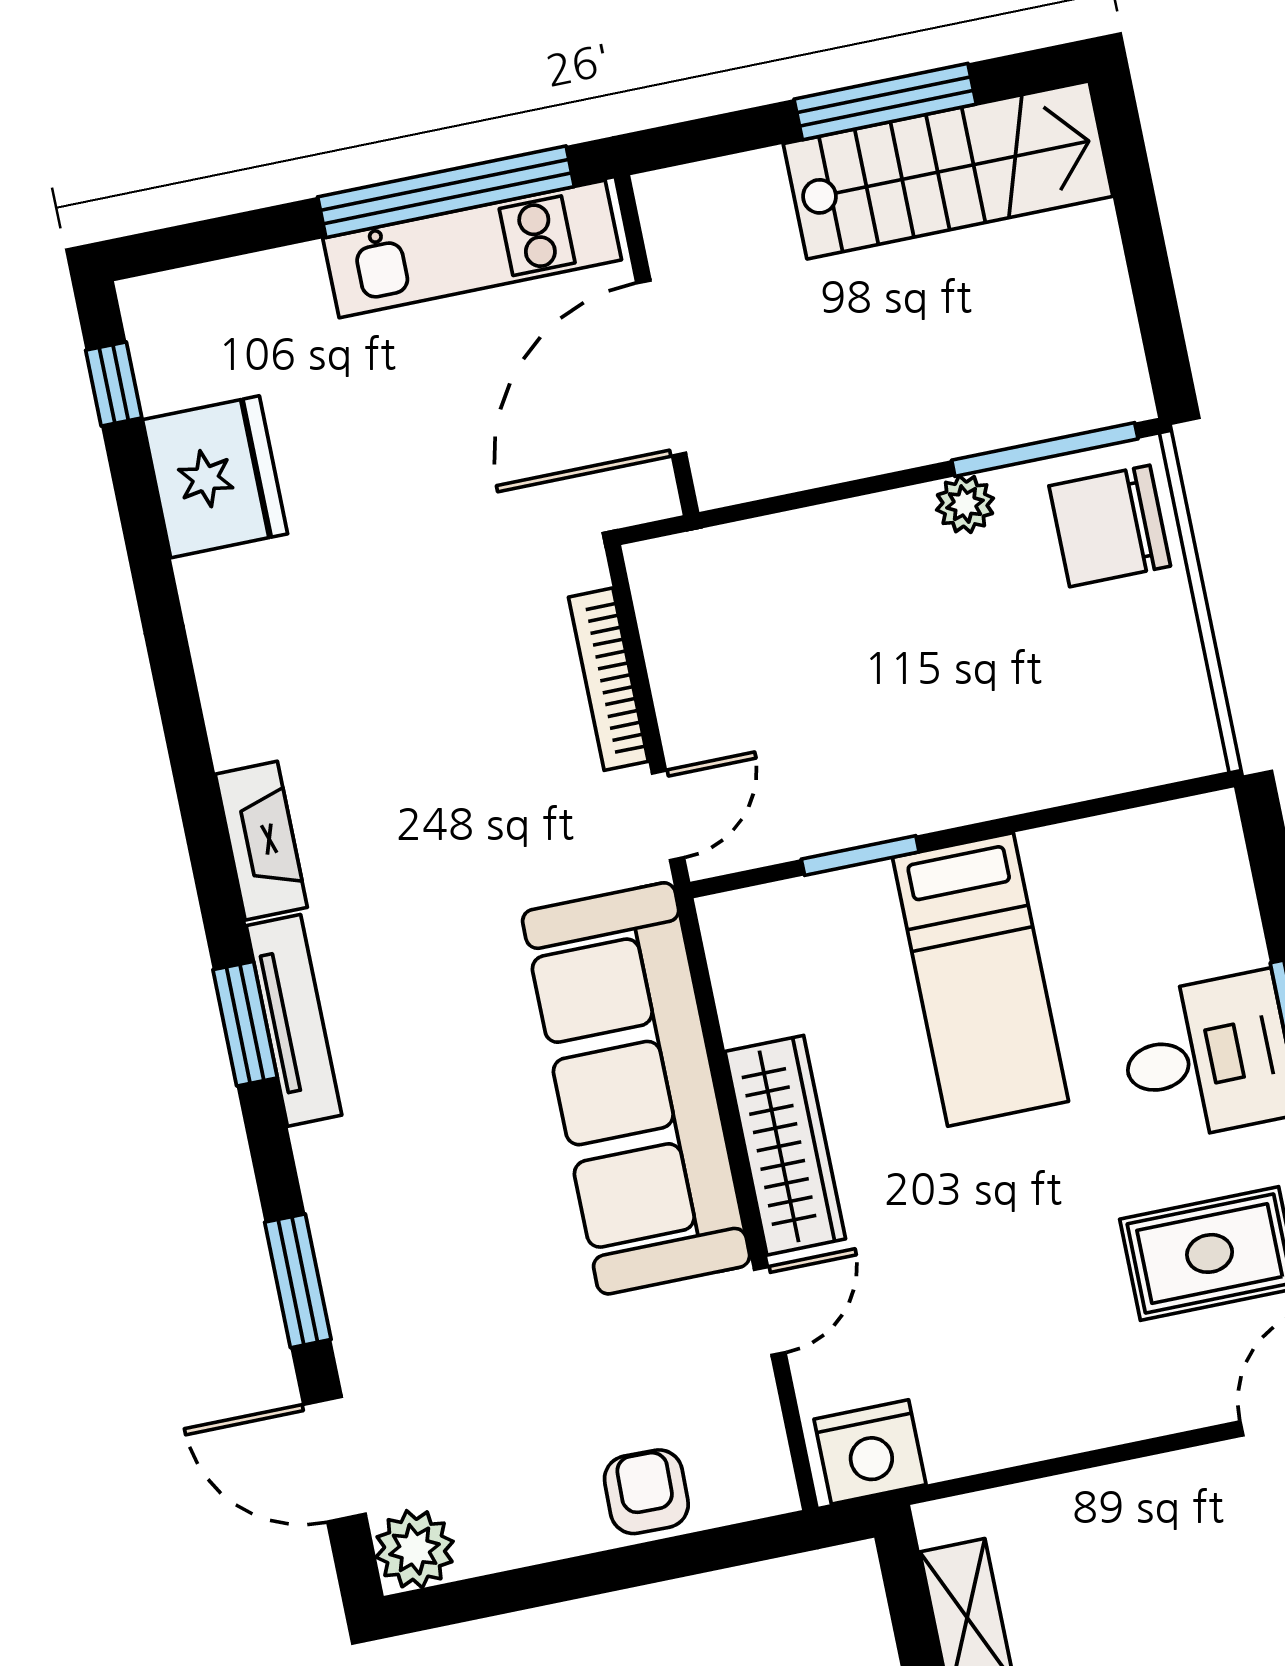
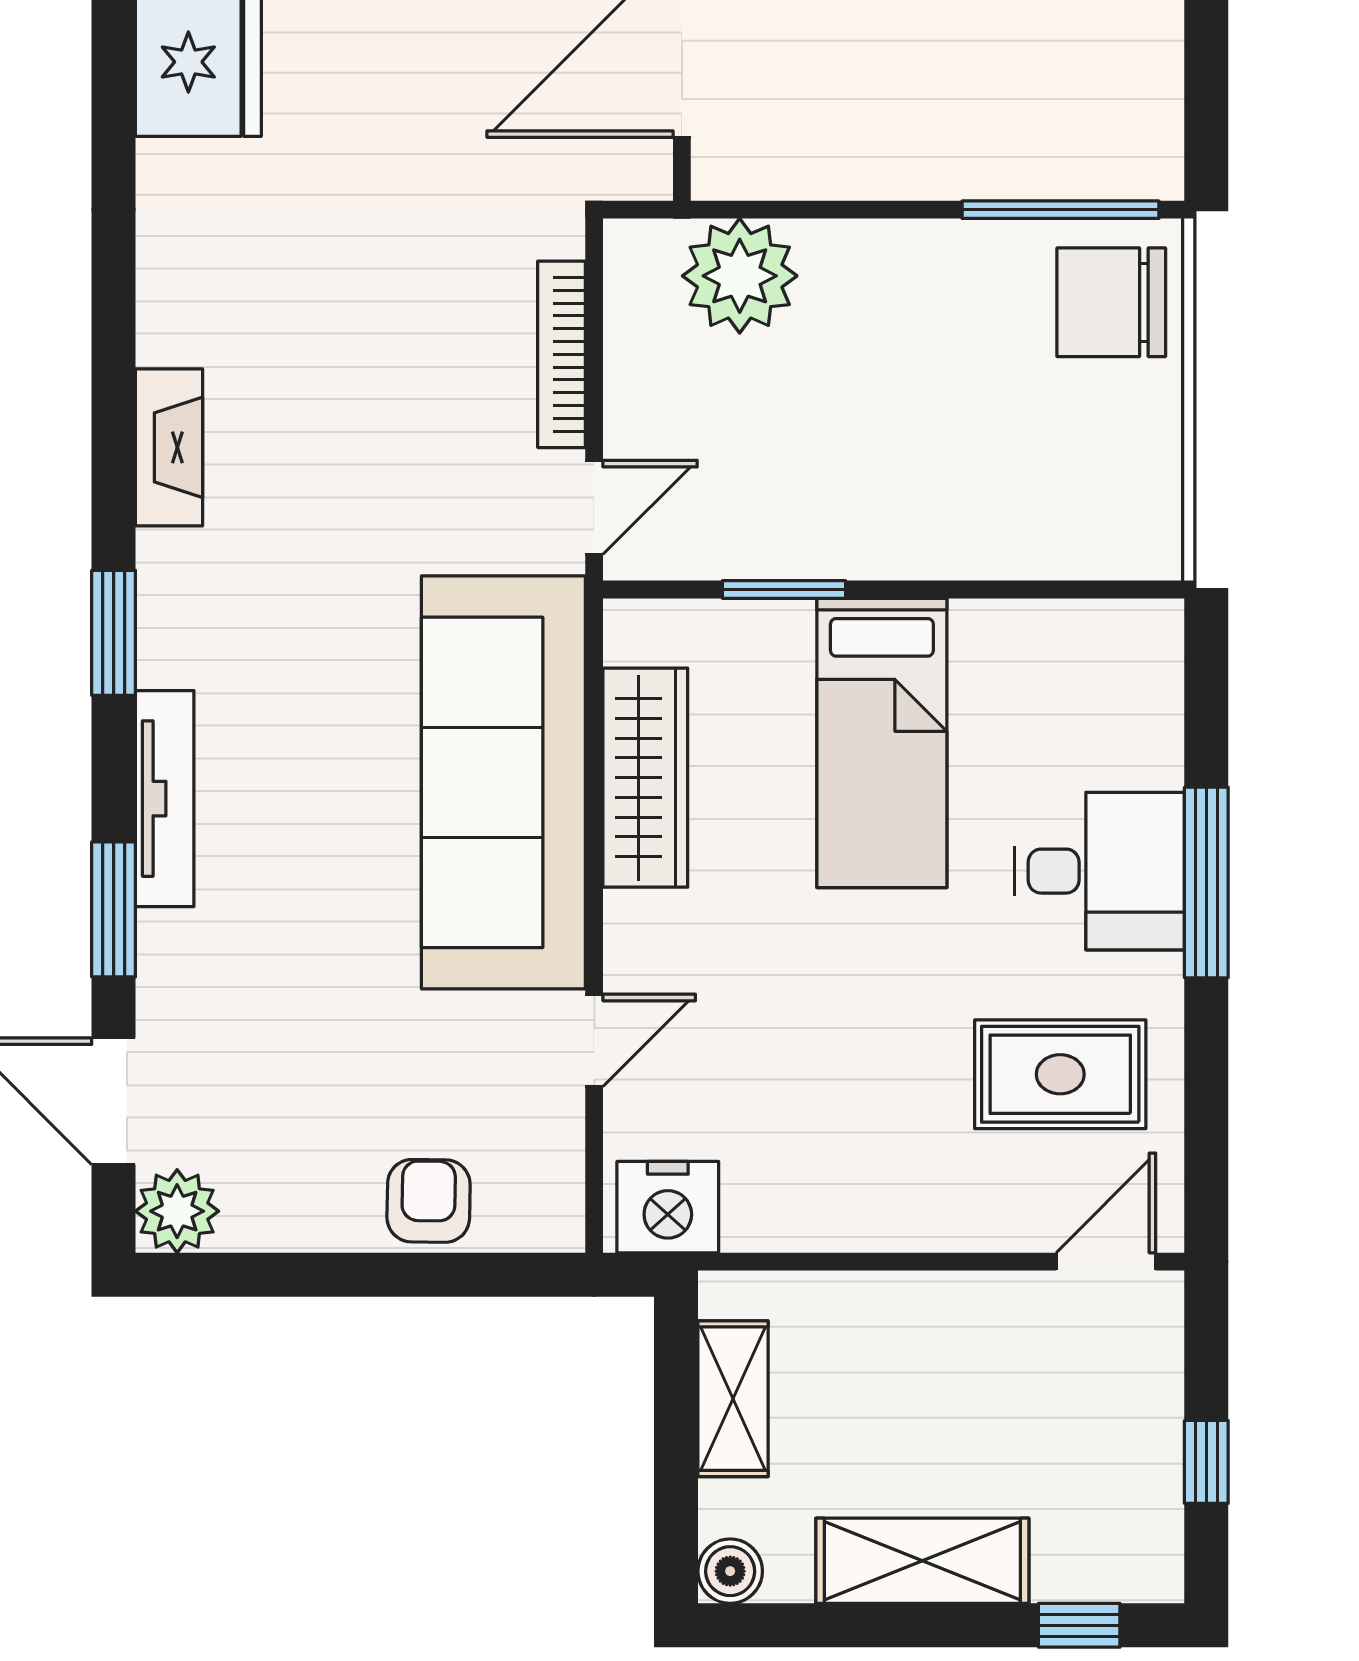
plant: (965, 504) -> (740, 276), moved, width x1.88, depth x1.88
tv unit: (294, 1020) -> (165, 799), moved
wardrobe: (785, 1145) -> (645, 778), moved

